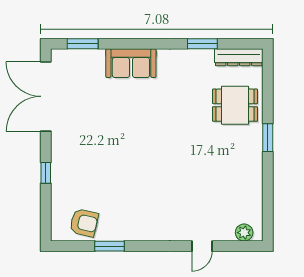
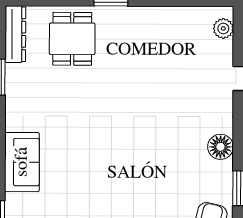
floor lamp: (144, 230) -> (220, 147), added

